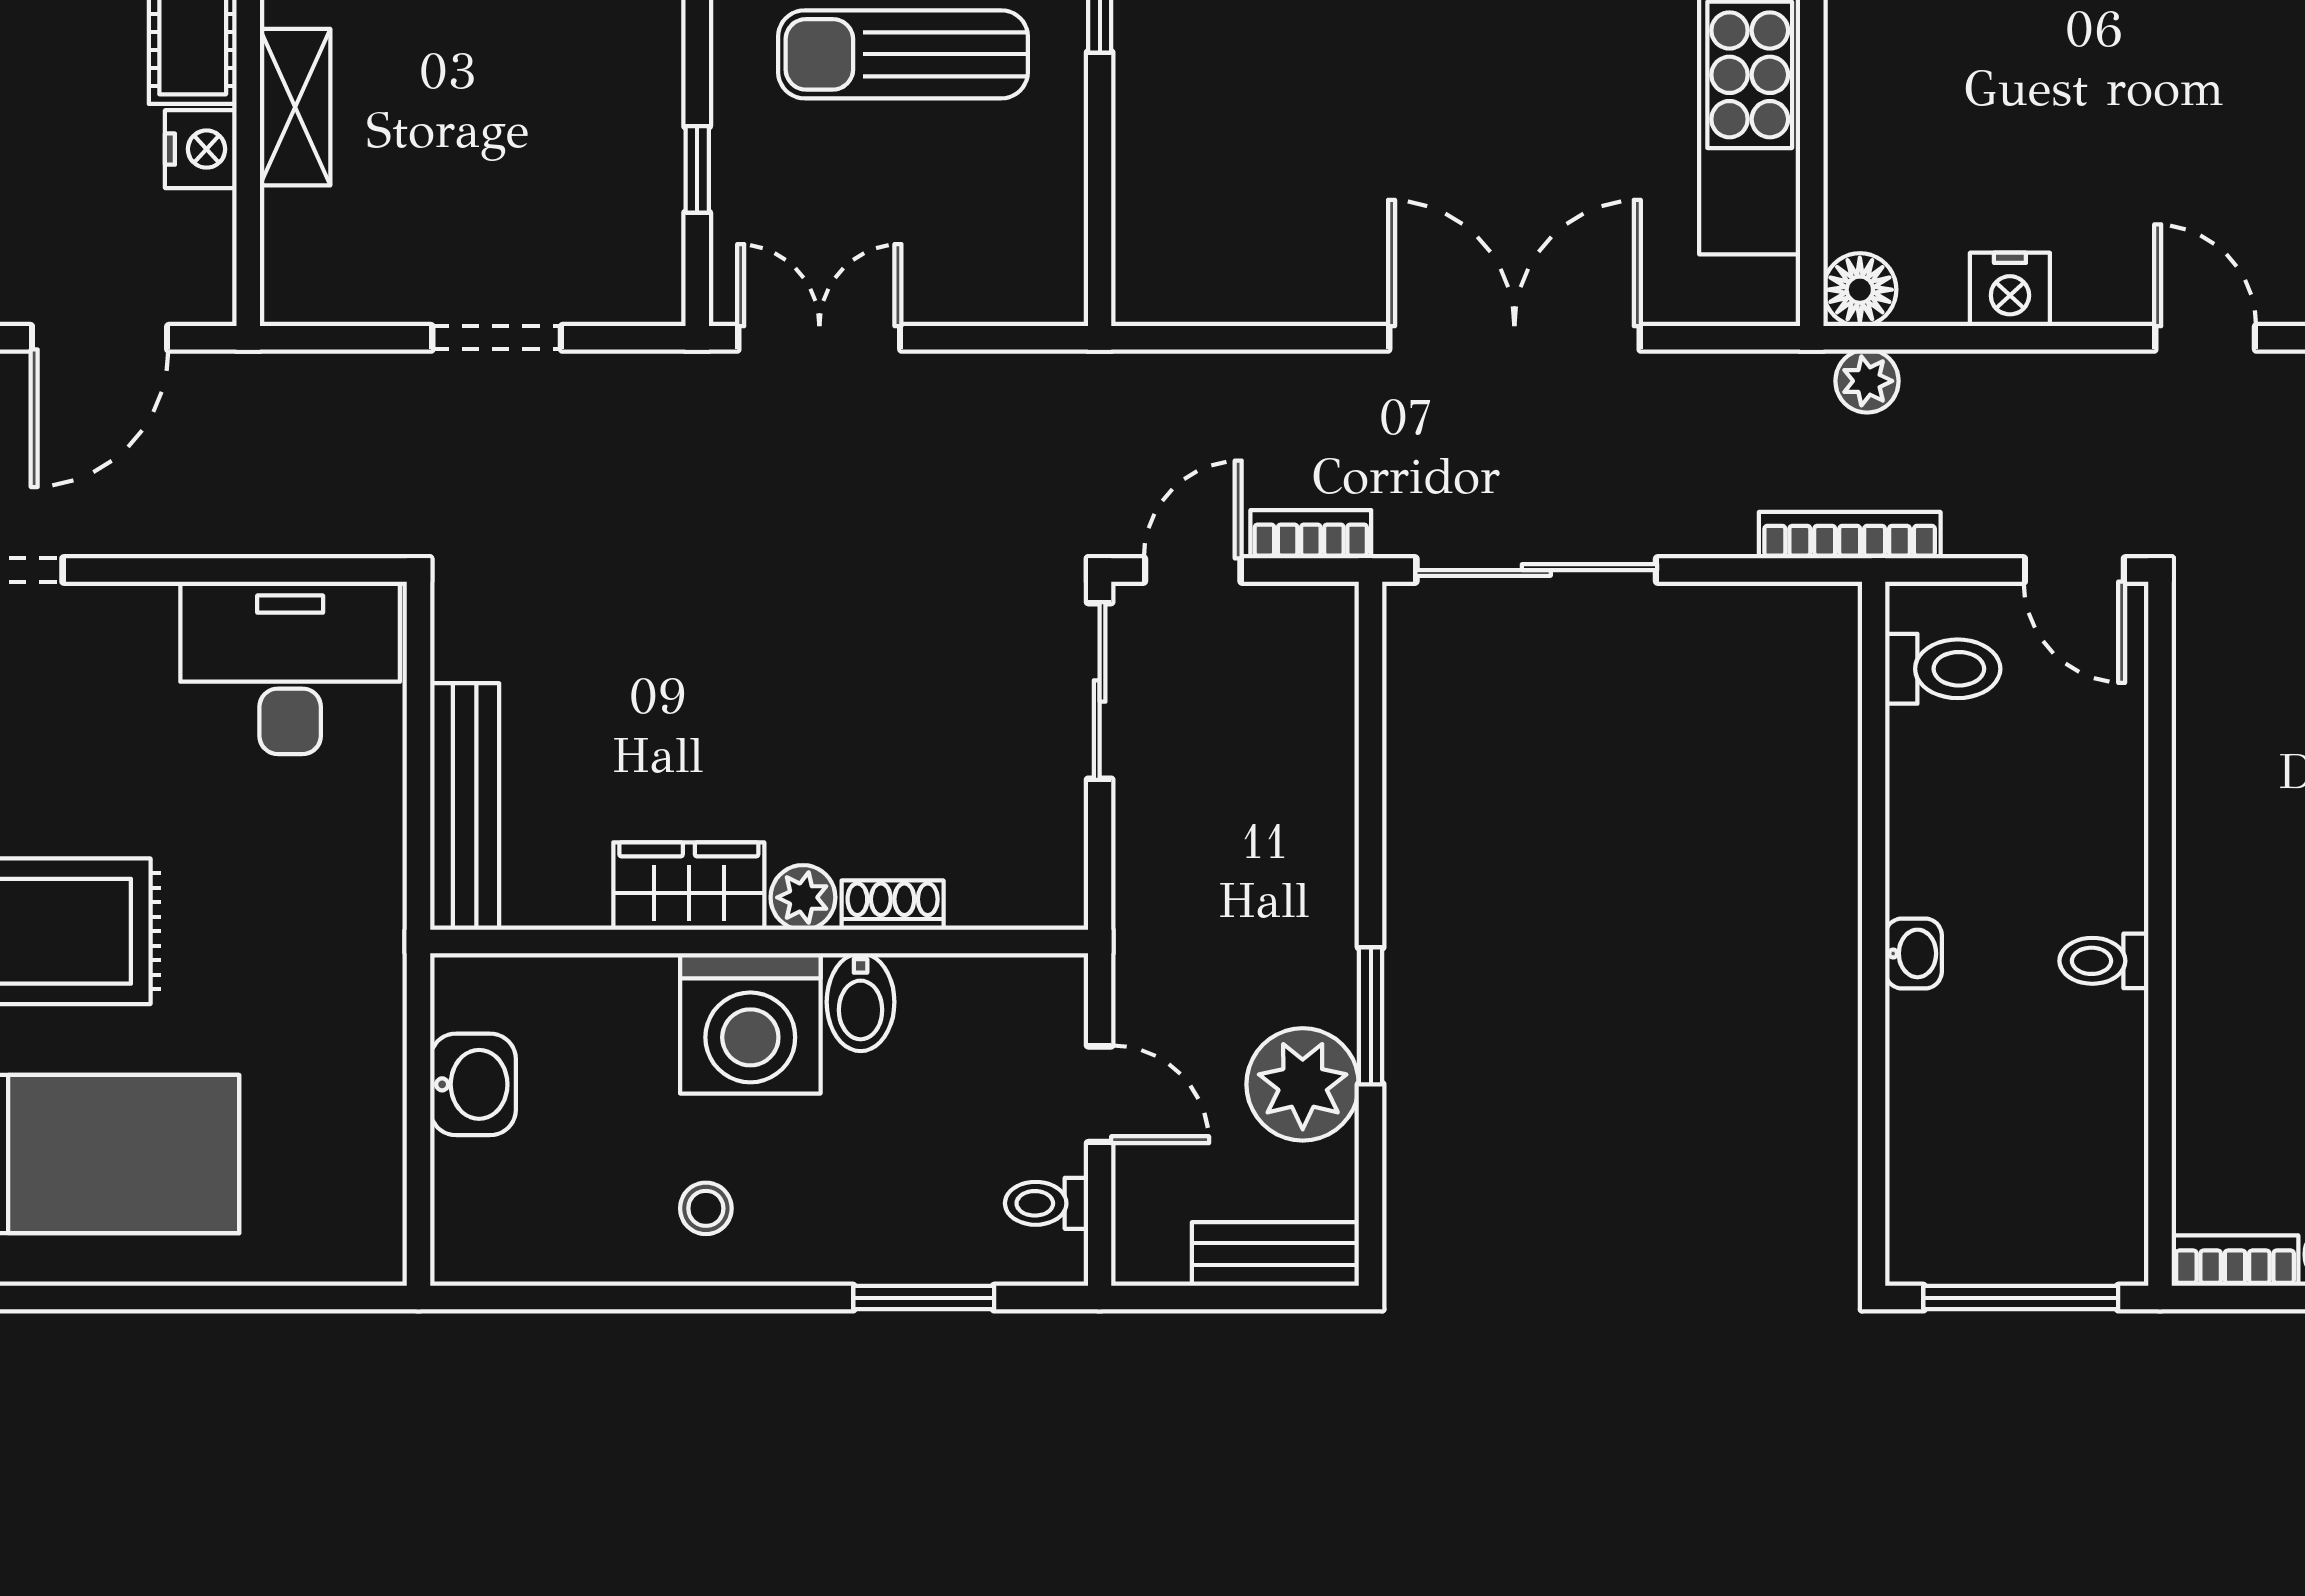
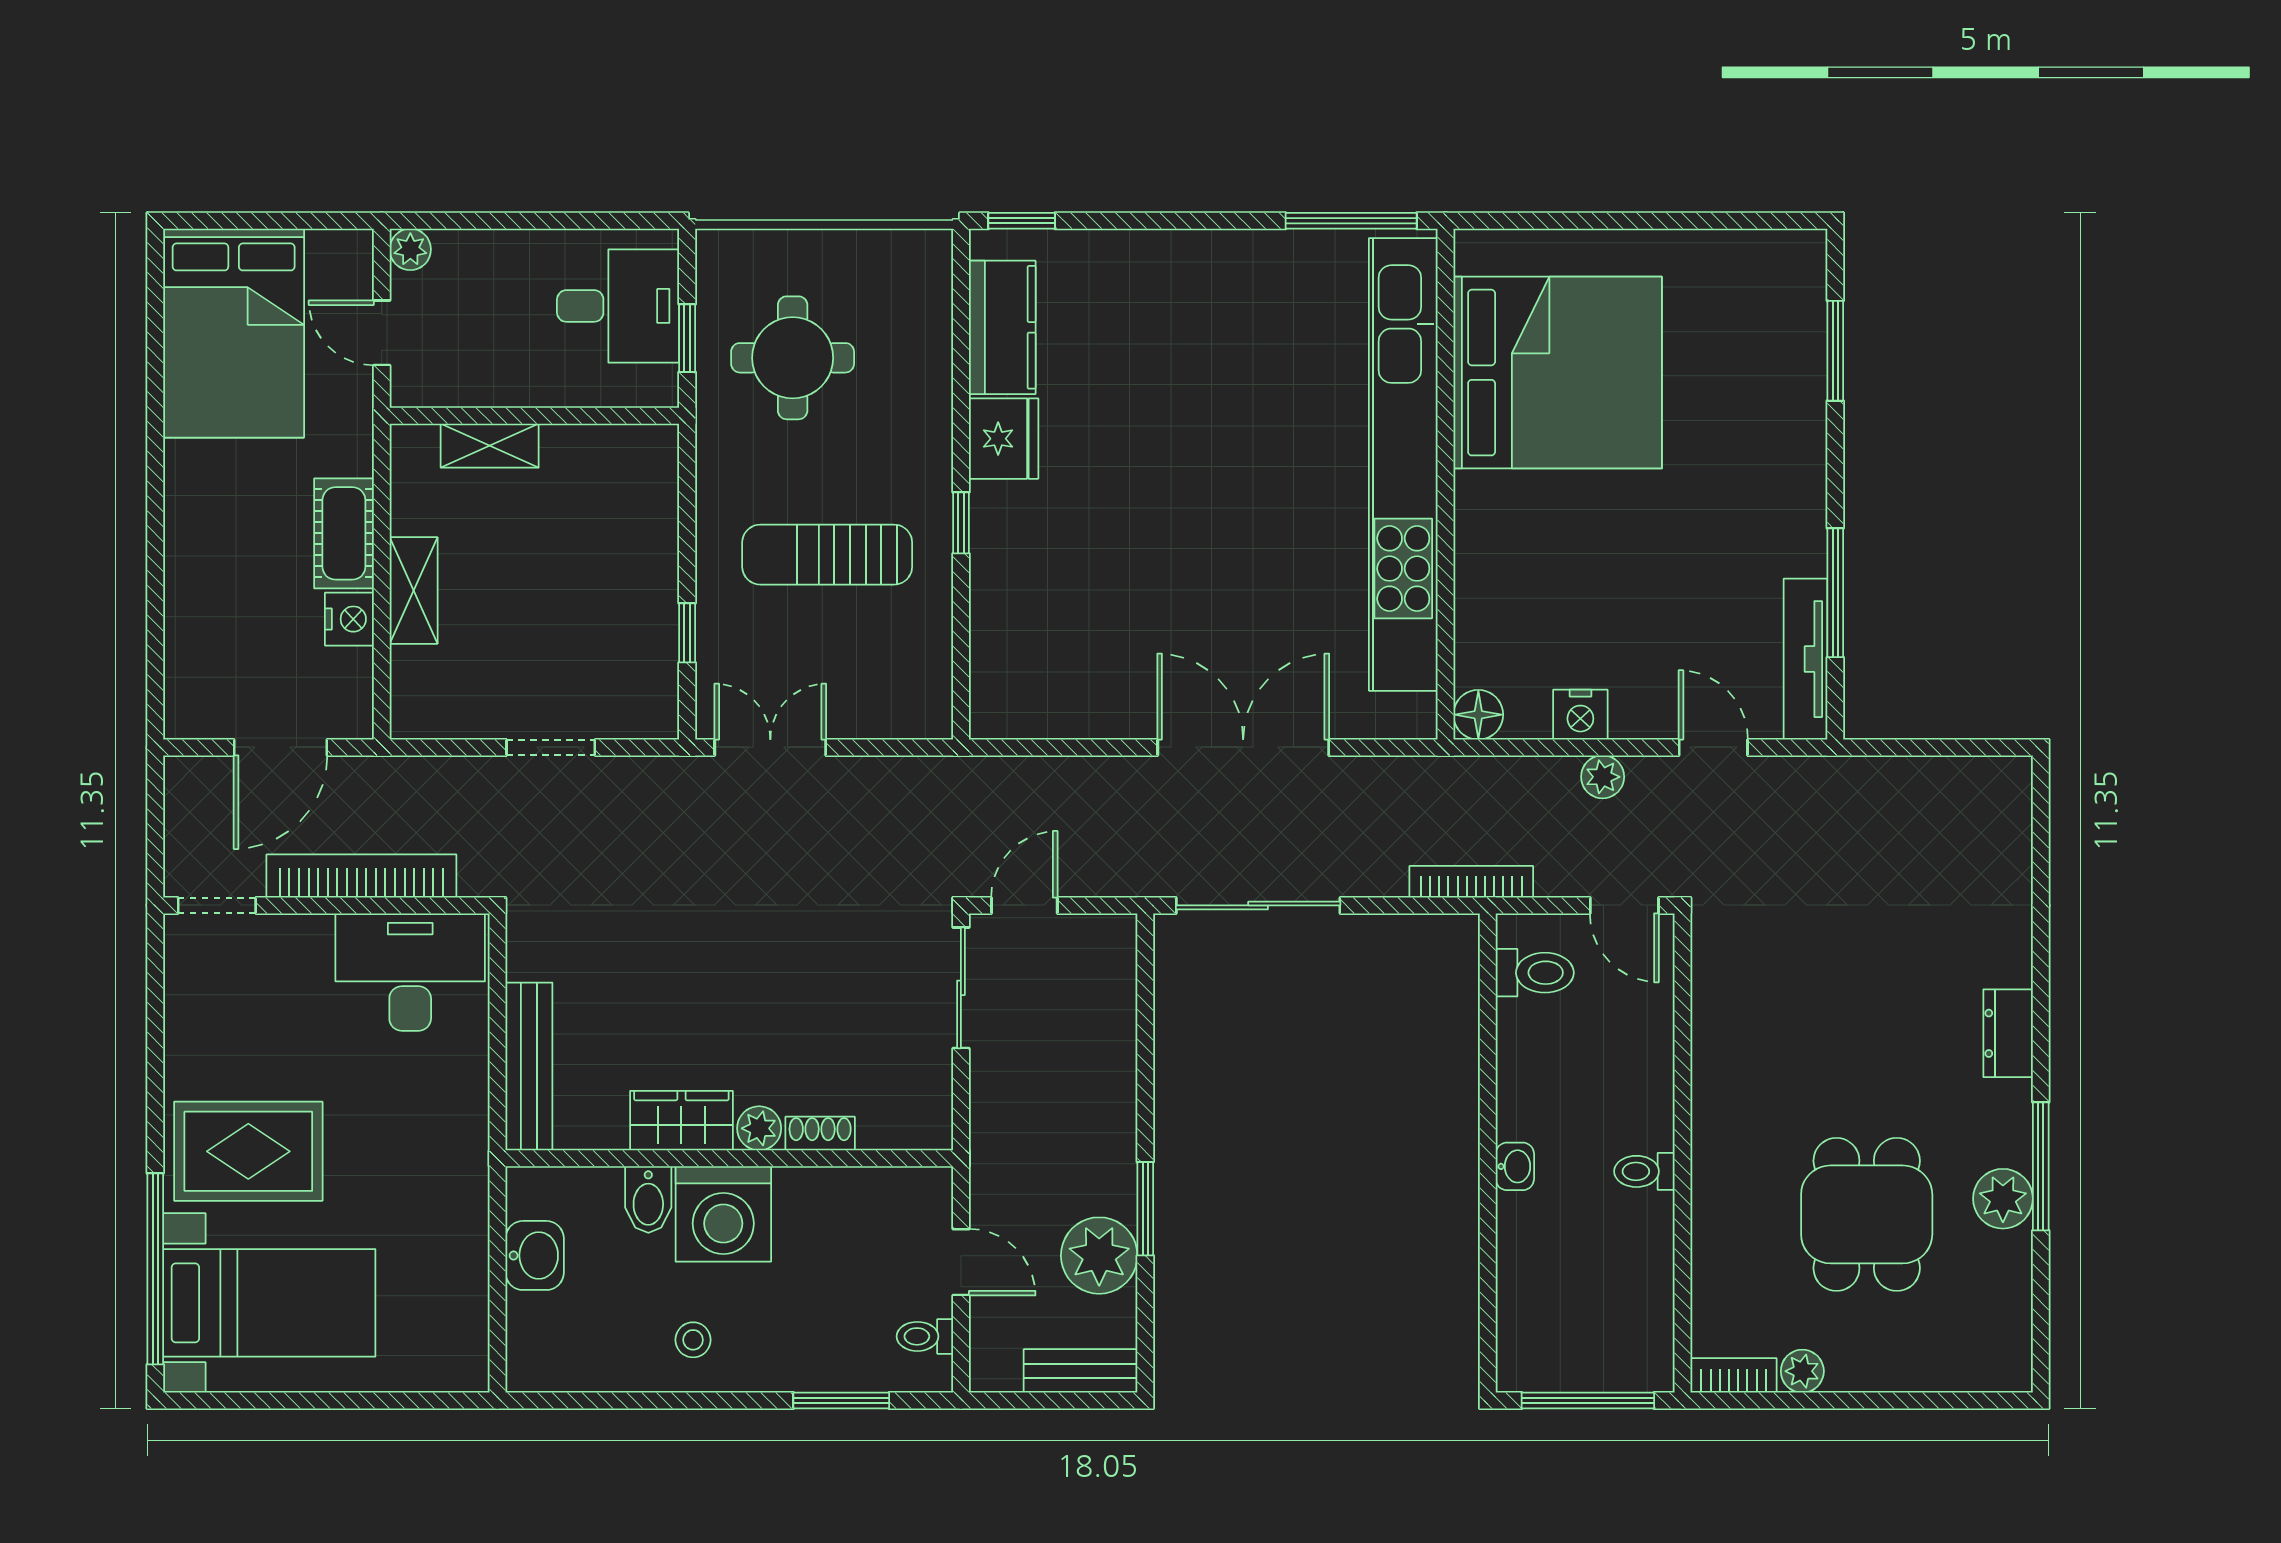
plant: (1867, 381) -> (1603, 777), moved
bookcase: (1311, 534) -> (361, 876), moved, width x2.31, depth x1.31
bidet: (861, 1002) -> (648, 1200), moved

